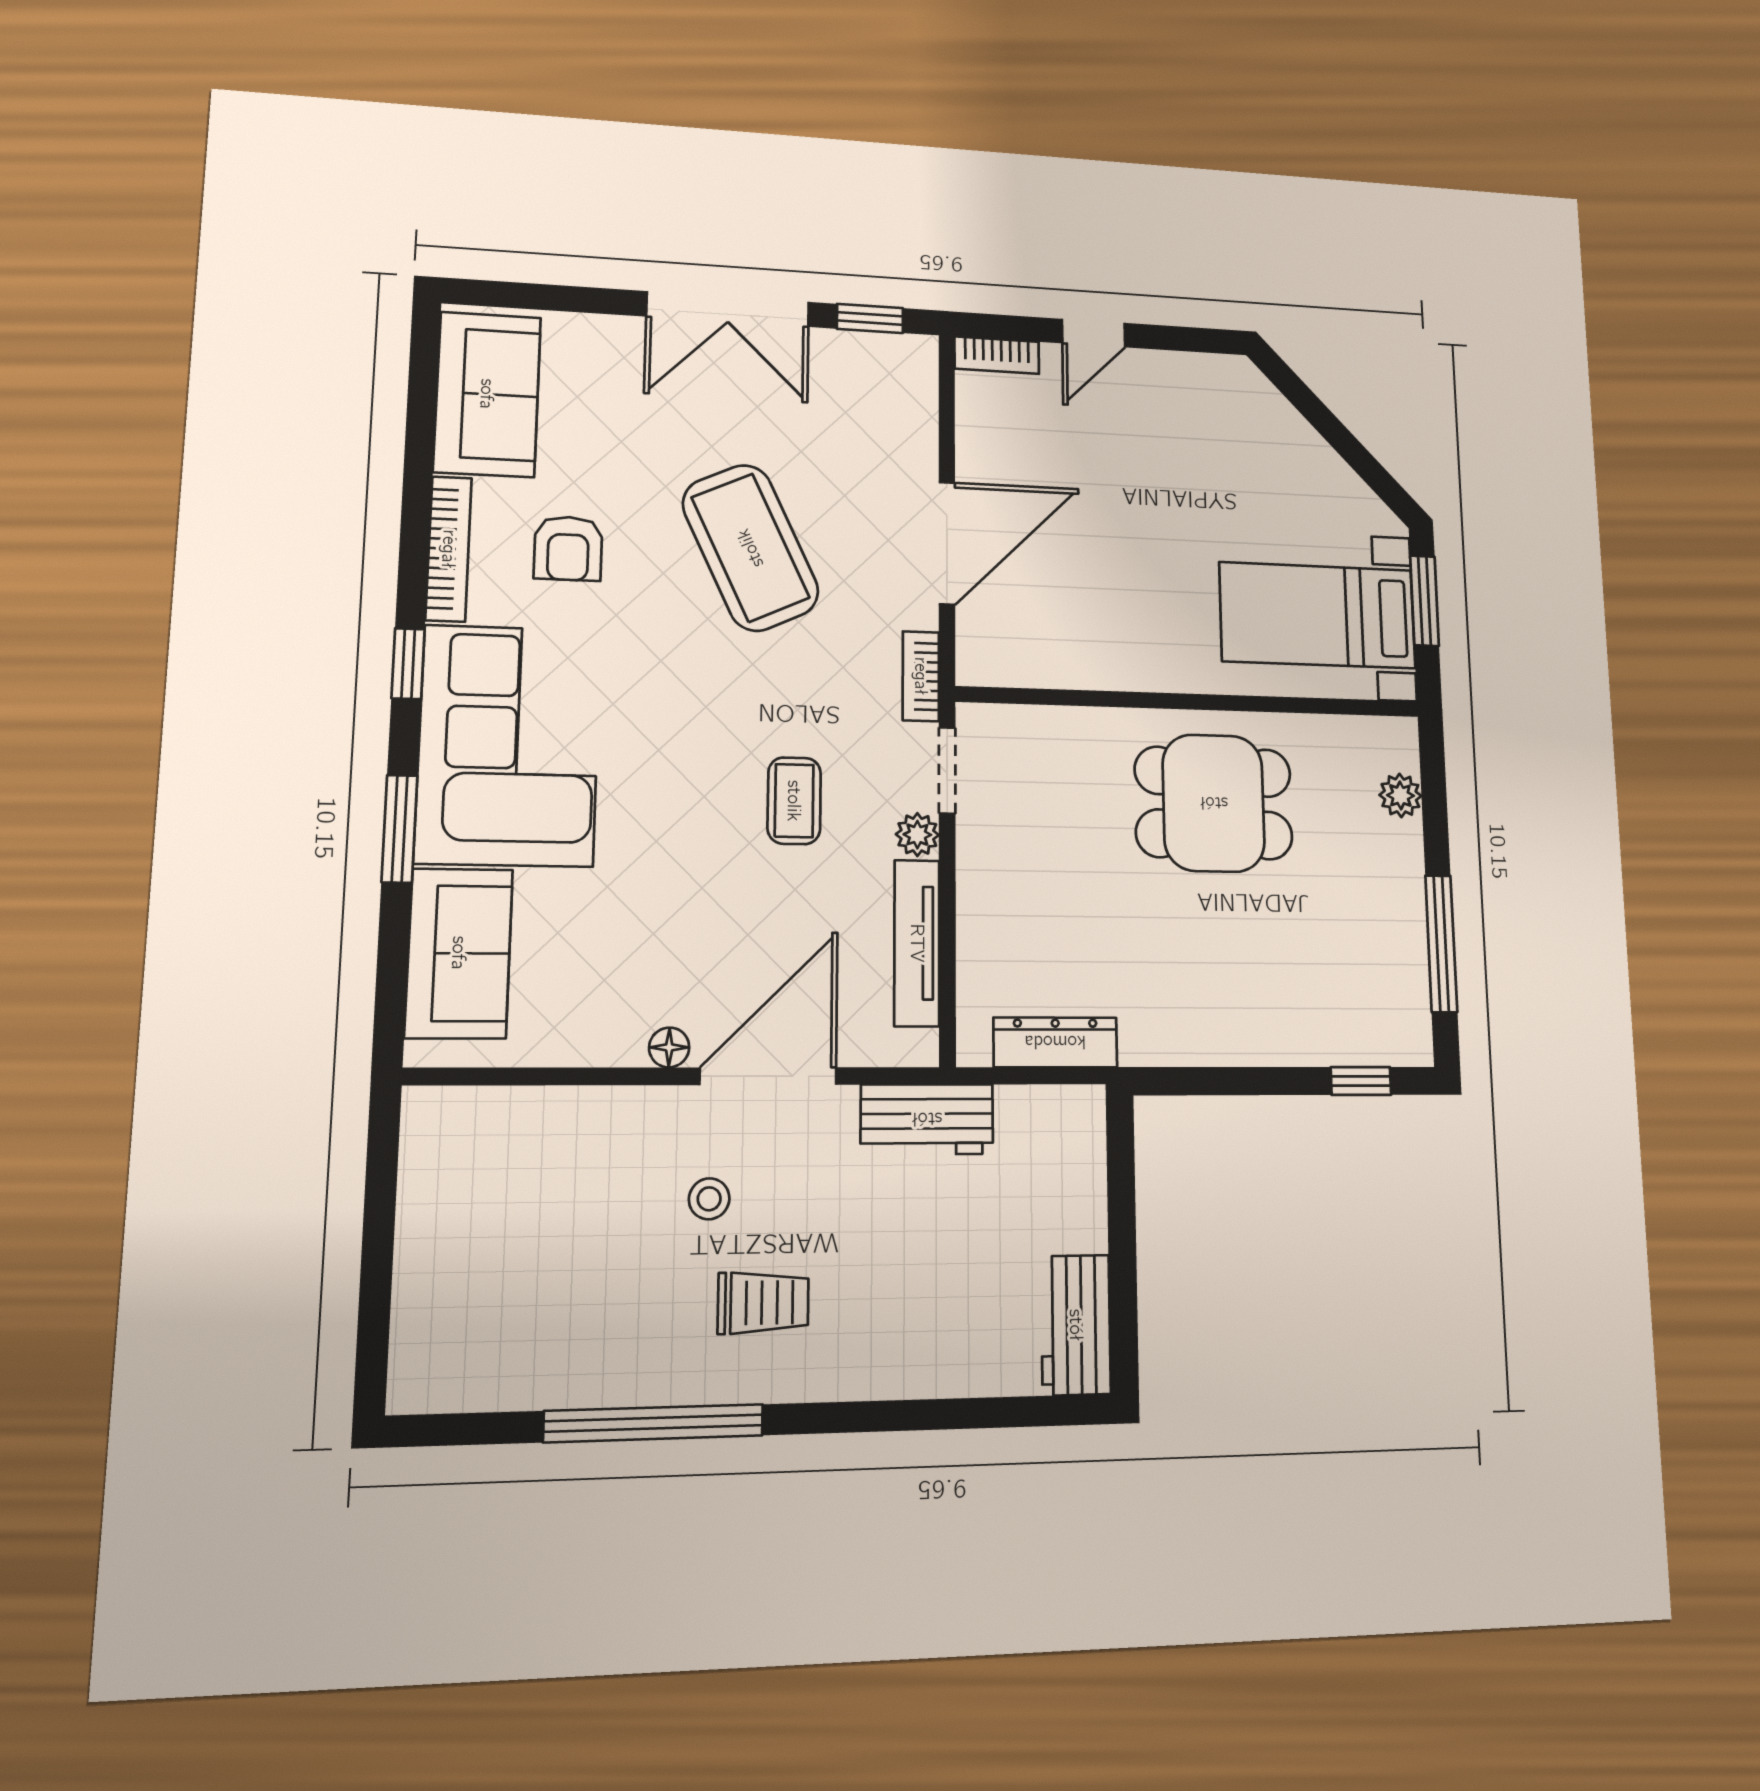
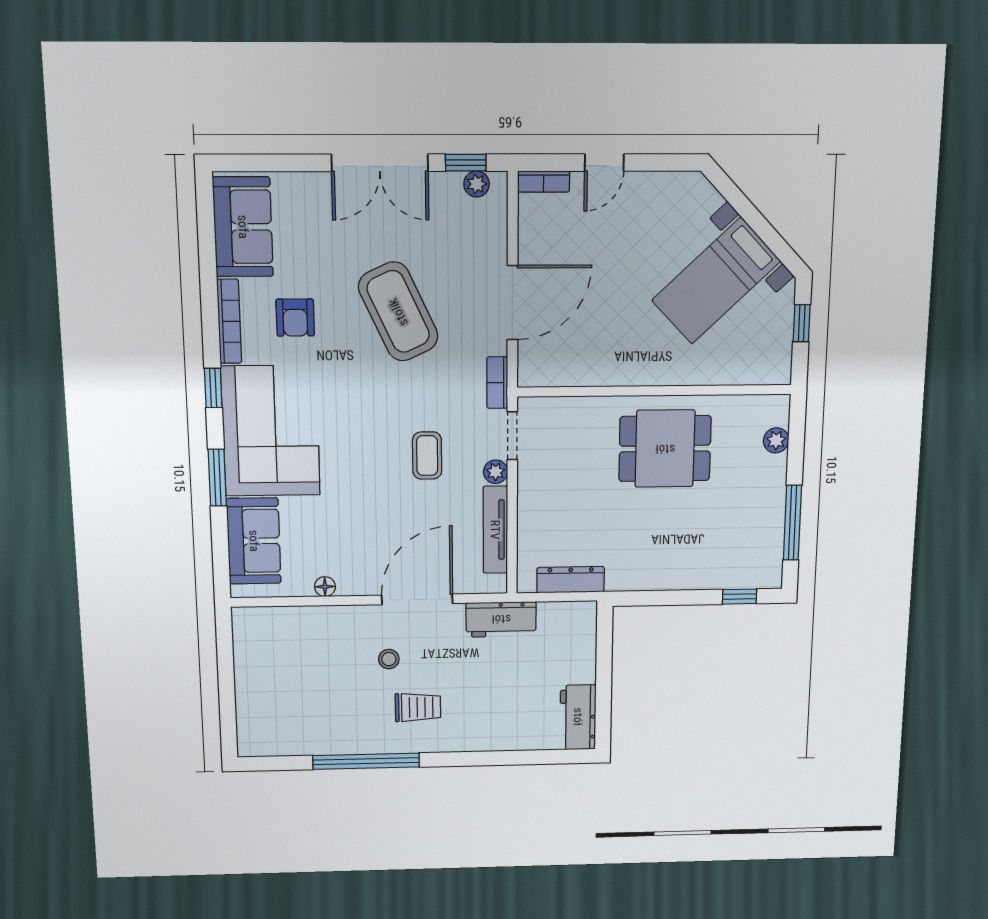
plant: (888, 352) -> (477, 184), added
window: (1424, 601) -> (802, 323), width x0.67
bed with nightstands: (1318, 615) -> (716, 281), moved, turned -43
floor lamp: (669, 1047) -> (325, 587), moved

